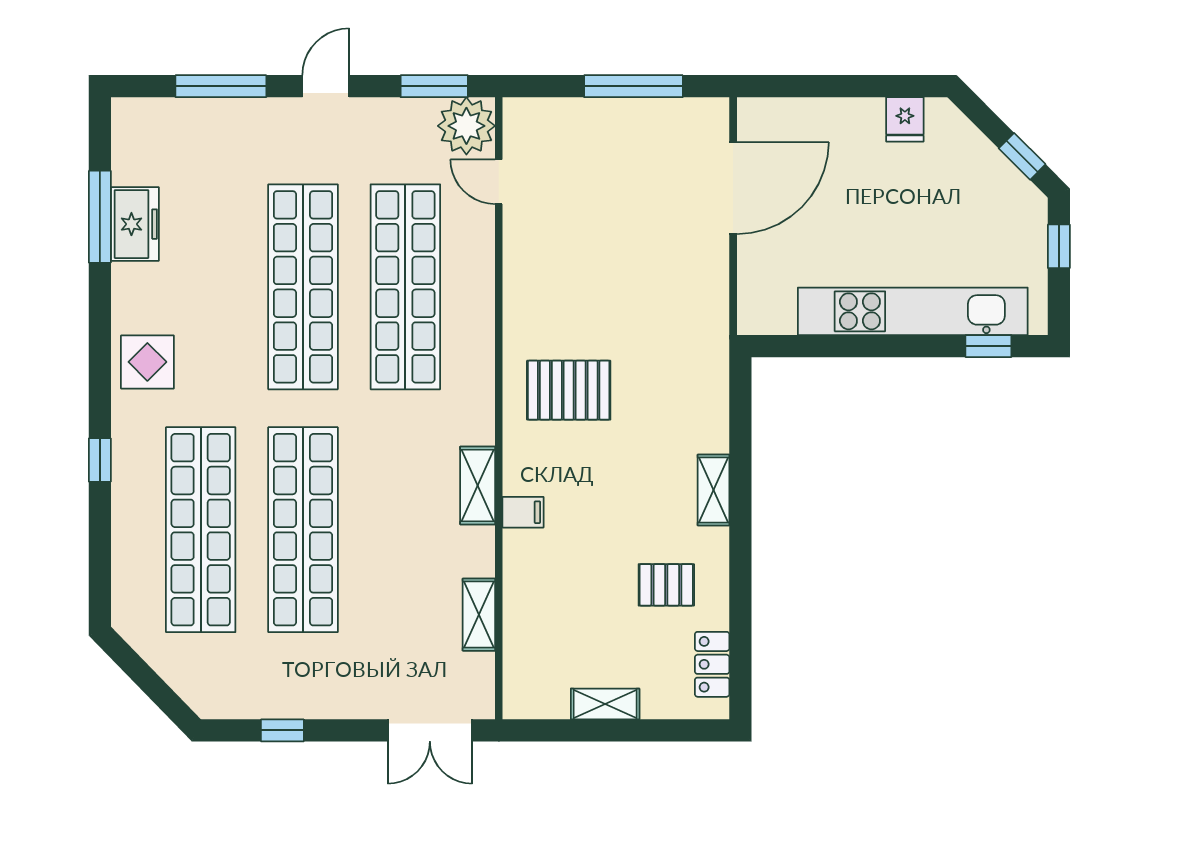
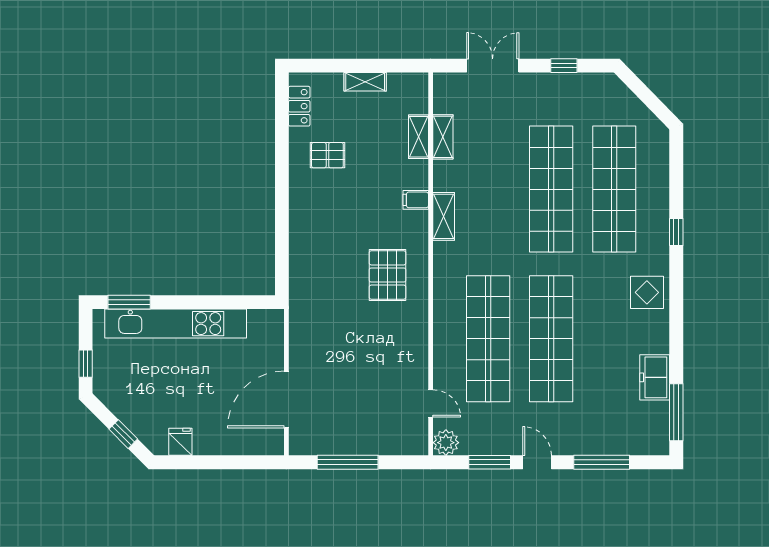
door: (326, 86) -> (537, 462), swing flipped
window: (434, 86) -> (490, 462), moved
plant: (466, 126) -> (446, 443), width x0.73, depth x0.73
window: (1022, 156) -> (123, 434), moved
window: (100, 217) -> (676, 412), moved
window: (988, 346) -> (129, 302), width x1.50
pallet: (569, 390) -> (388, 275), turned 90
shelving: (714, 490) -> (418, 137), moved
double door: (430, 730) -> (493, 66), moved

